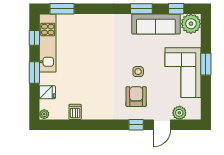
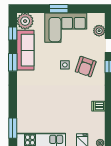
armchair: (136, 97) -> (86, 67), turned -71
dishwasher: (75, 112) -> (98, 106), moved

